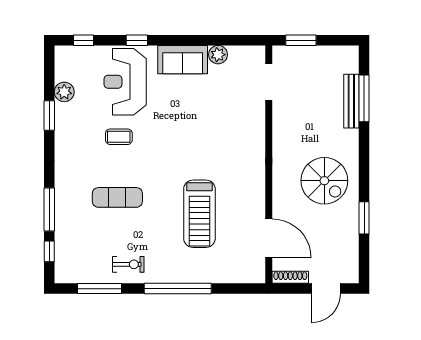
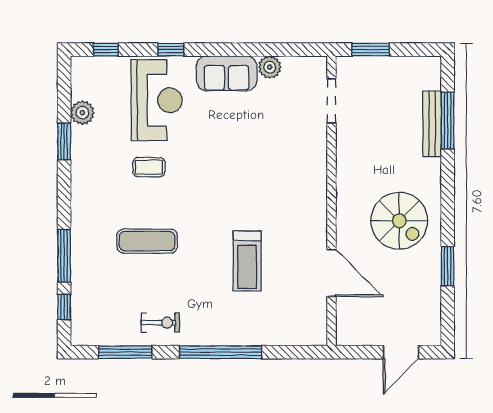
reception desk: (125, 82) -> (157, 100), turned 180
treadmill: (199, 214) -> (247, 261), width x0.73, depth x0.73
door: (269, 238) -> (331, 273), moved
shoe rack: (290, 277) -> (358, 338), removed

